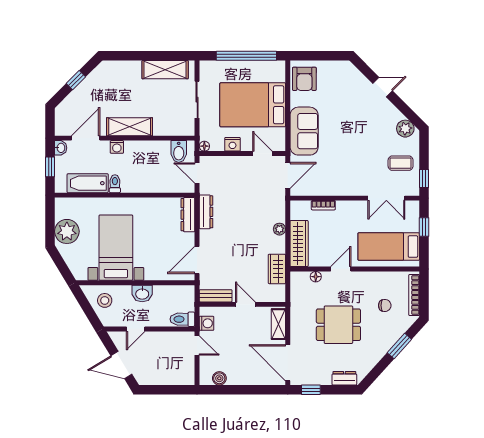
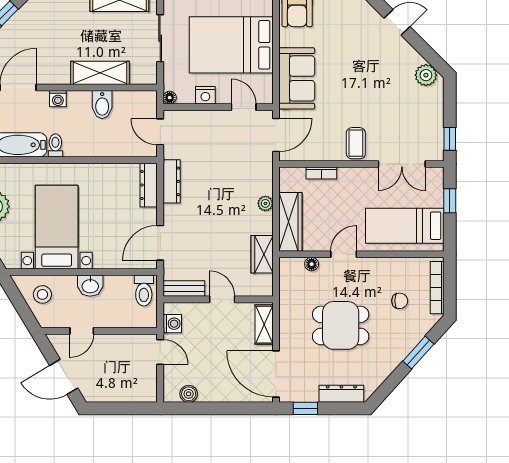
shelving: (130, 127) -> (100, 73), moved
bidet: (179, 152) -> (102, 105), moved
coffee table: (401, 163) -> (356, 143), moved, turned 90
toilet: (182, 319) -> (144, 291), moved, turned -90
dresser: (344, 378) -> (341, 394), width x1.44

